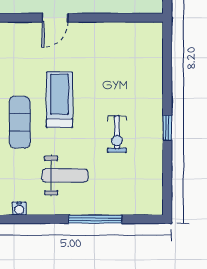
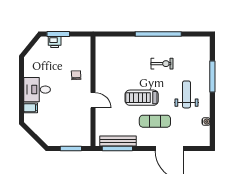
window: (167, 128) -> (158, 34), width x3.17

